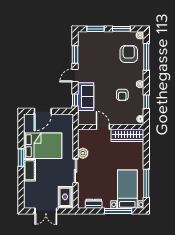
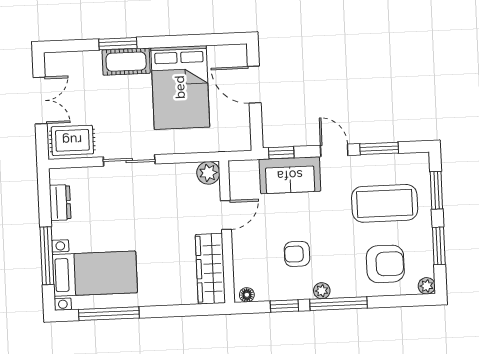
coffee table: (101, 53) -> (385, 203), added
window: (146, 57) -> (339, 304), moved
plant: (83, 153) -> (208, 173), moved
window: (21, 158) -> (118, 44), moved
double door: (46, 211) -> (40, 101), swing flipped

